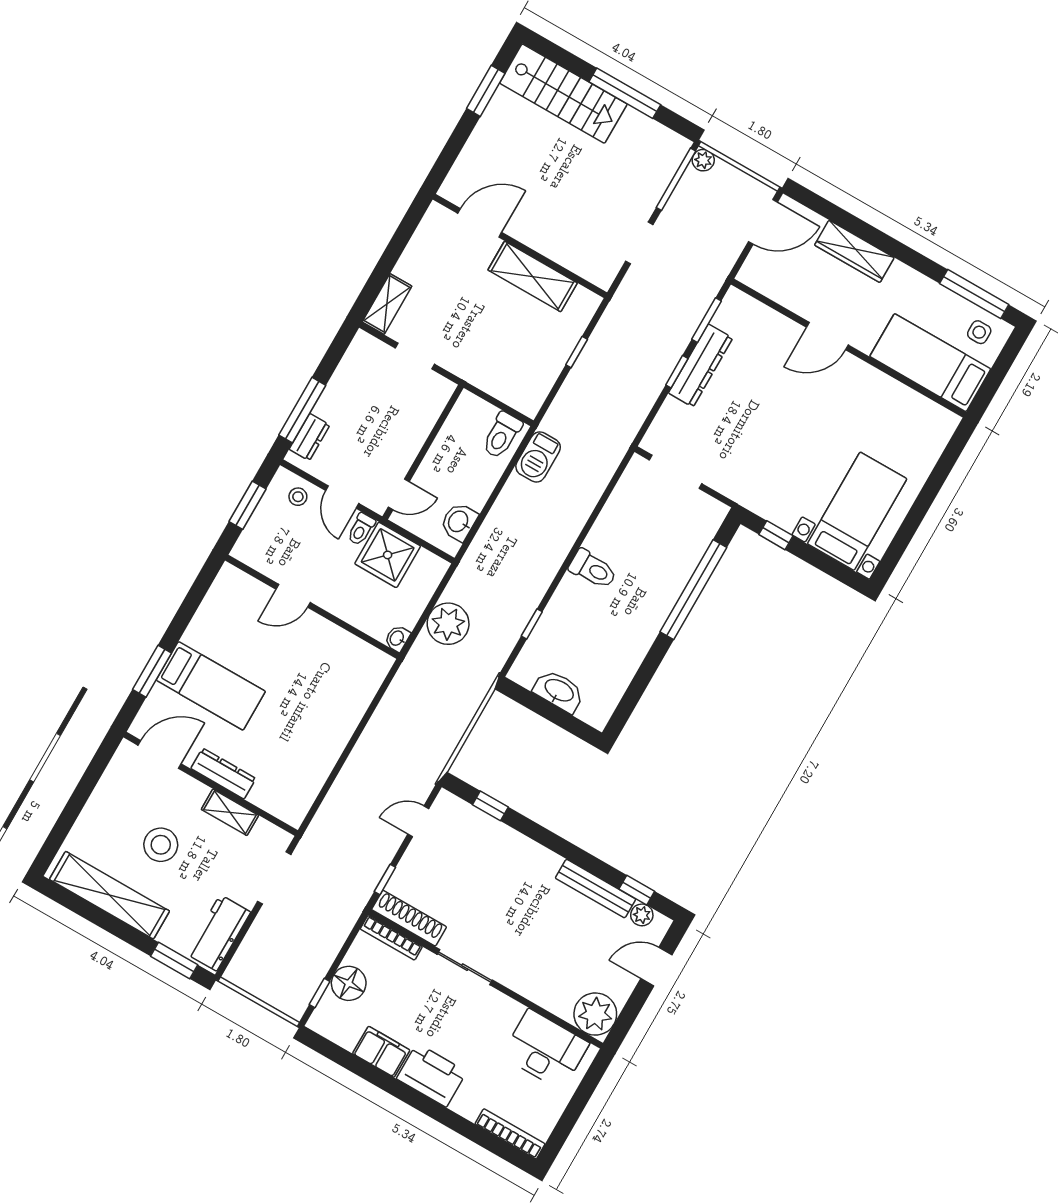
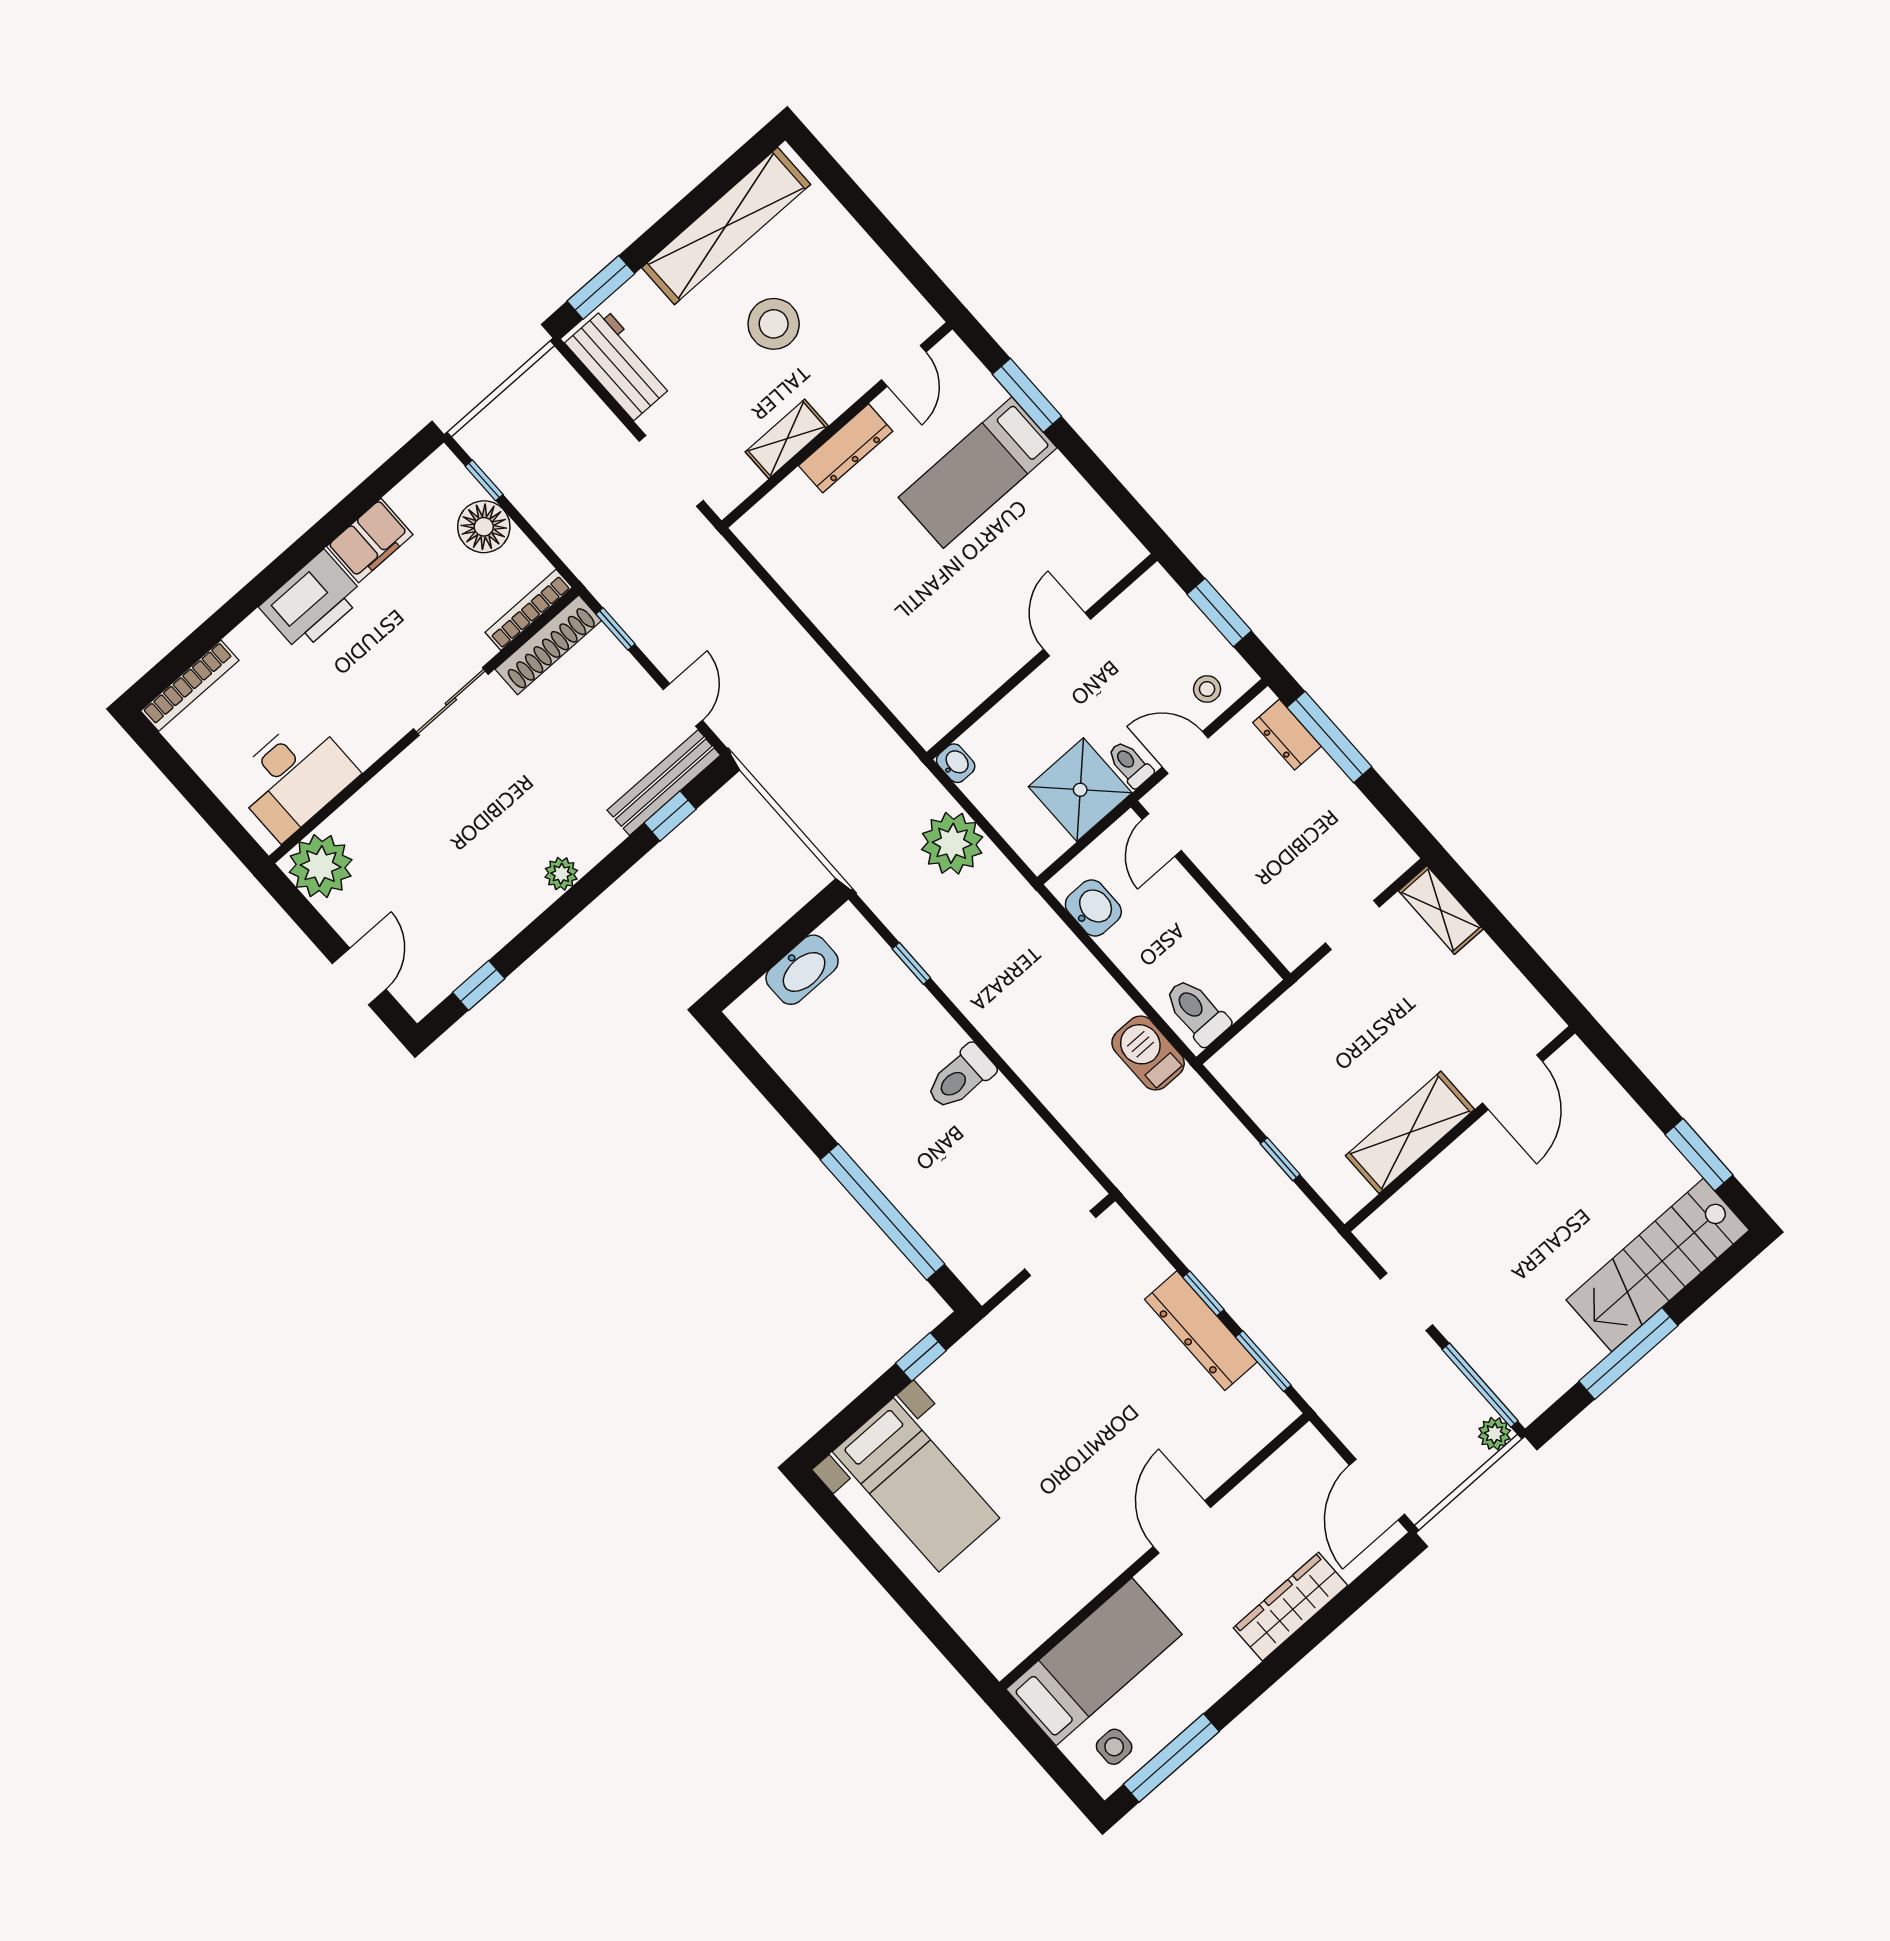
door: (160, 754) -> (904, 366), width x0.73
bench: (595, 889) -> (664, 783), moved
plant: (642, 915) -> (561, 874), moved

